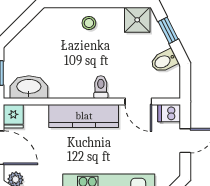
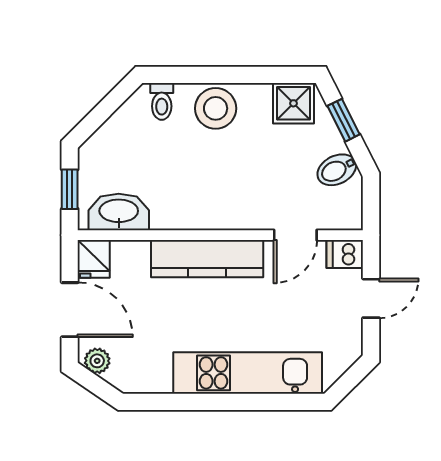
stool: (89, 23) -> (216, 108), width x1.89, depth x1.89
toilet: (101, 87) -> (162, 101), moved, turned 180
door: (138, 102) -> (295, 235), hinge flipped

